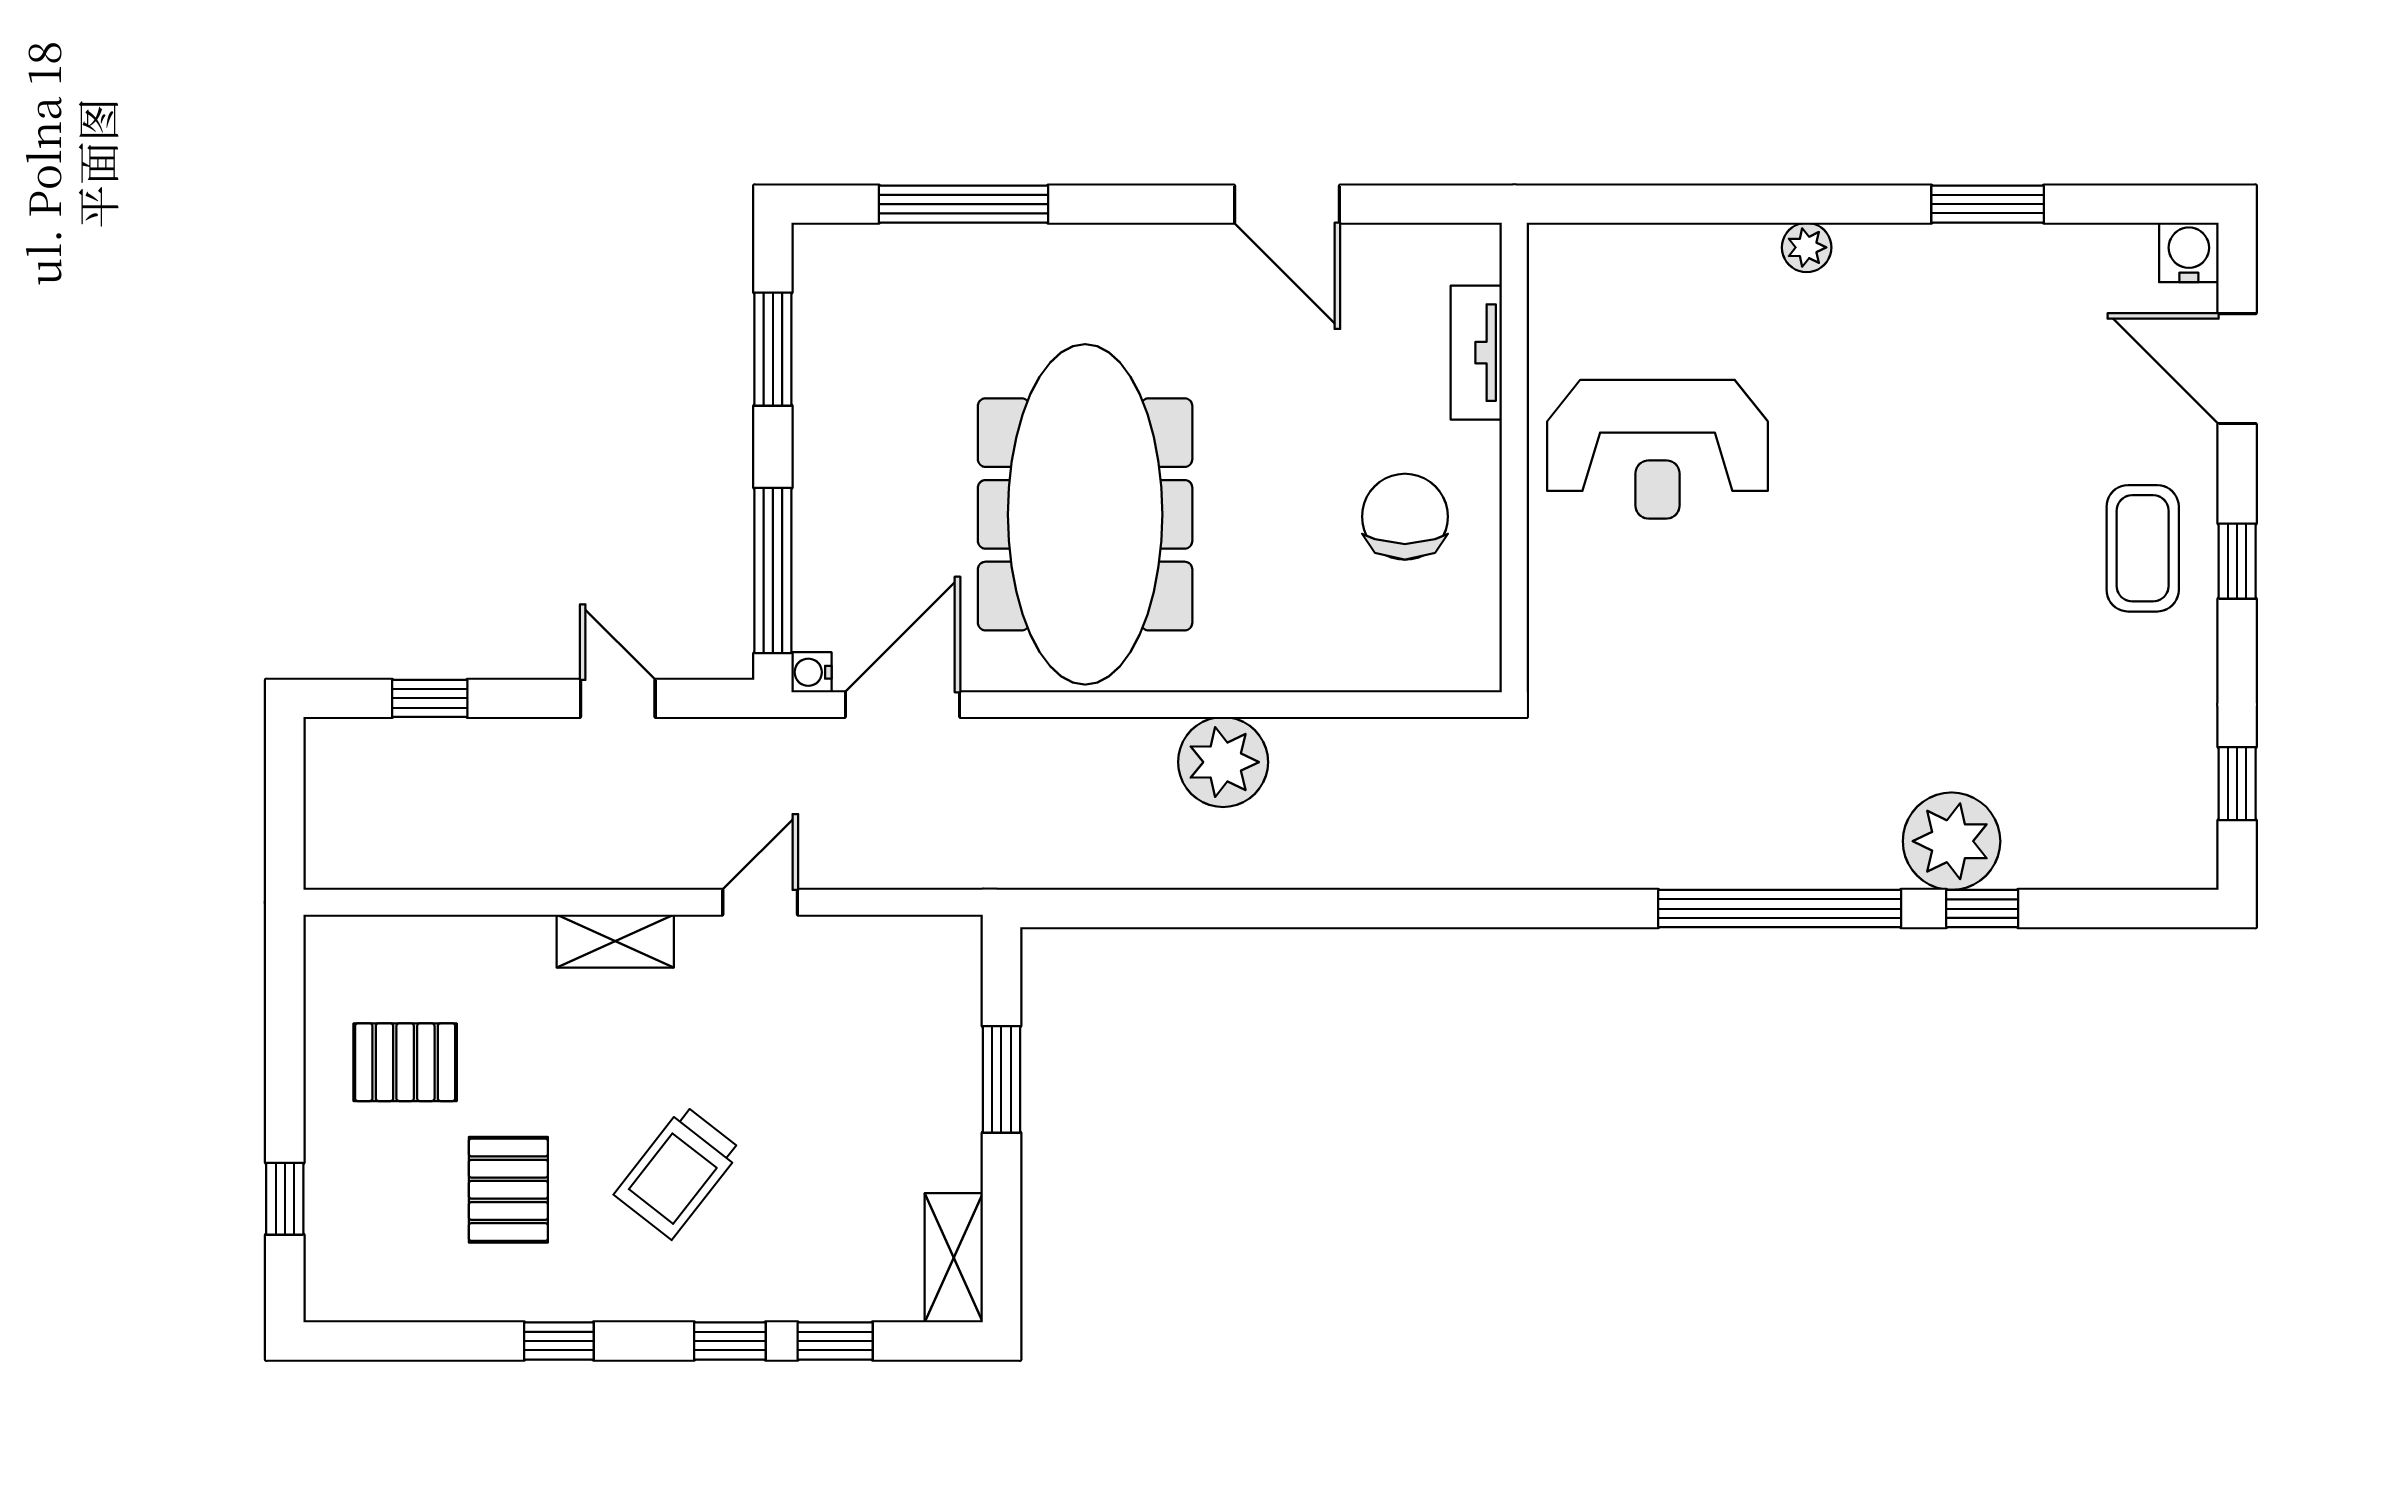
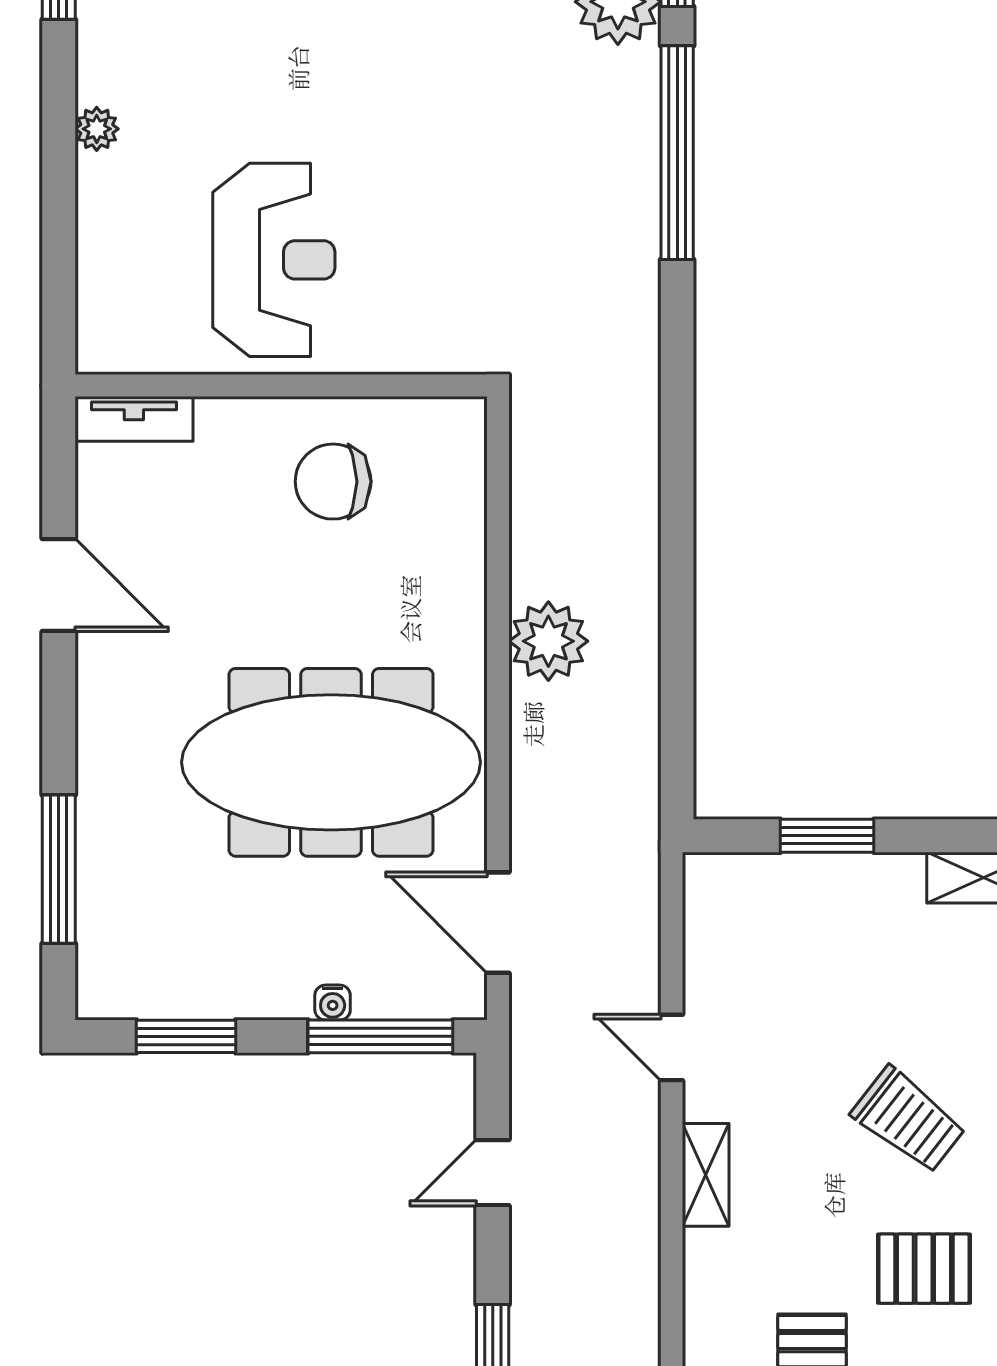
door: (1287, 204) -> (59, 585), hinge flipped
tv unit: (1476, 353) -> (134, 419), moved
water cooler: (811, 672) -> (333, 1003), moved

